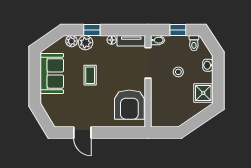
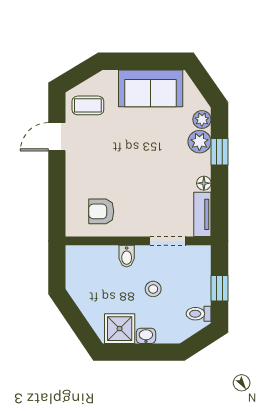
bidet: (158, 40) -> (127, 256), moved
doorway: (148, 63) -> (167, 241), width x0.73
washbasin: (208, 65) -> (146, 336), moved
coffee table: (90, 75) -> (88, 105), moved
armchair: (129, 105) -> (101, 211), width x0.53, depth x0.53

